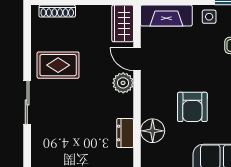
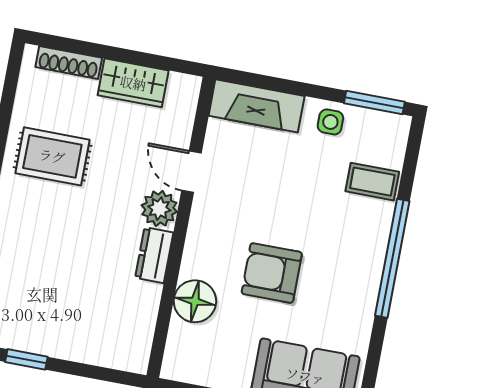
wardrobe: (123, 23) -> (133, 83), moved, turned -90
armchair: (192, 107) -> (272, 273), turned 90
dresser: (125, 133) -> (154, 255), moved

